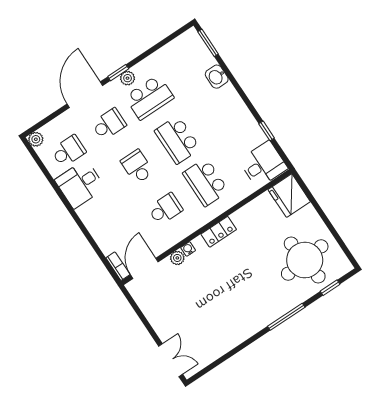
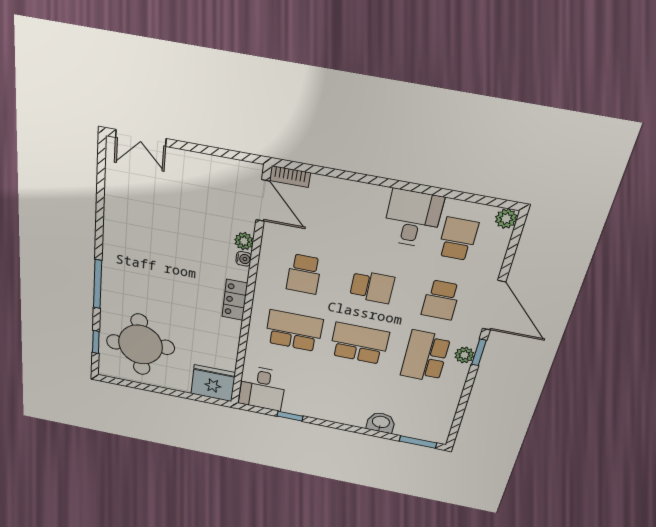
school desk: (68, 151) -> (458, 239), turned 180

